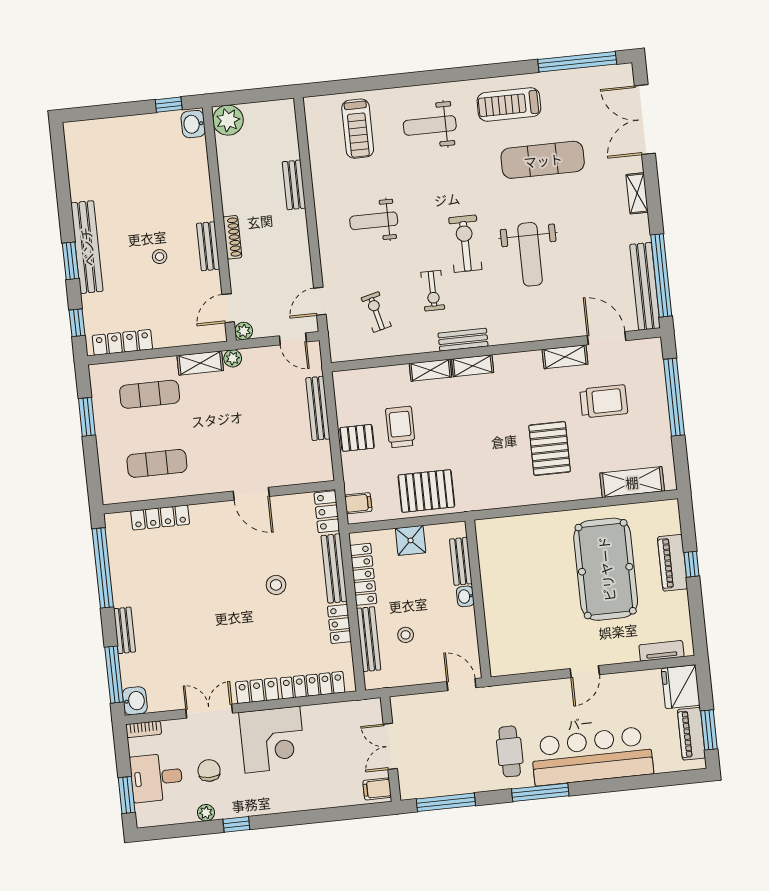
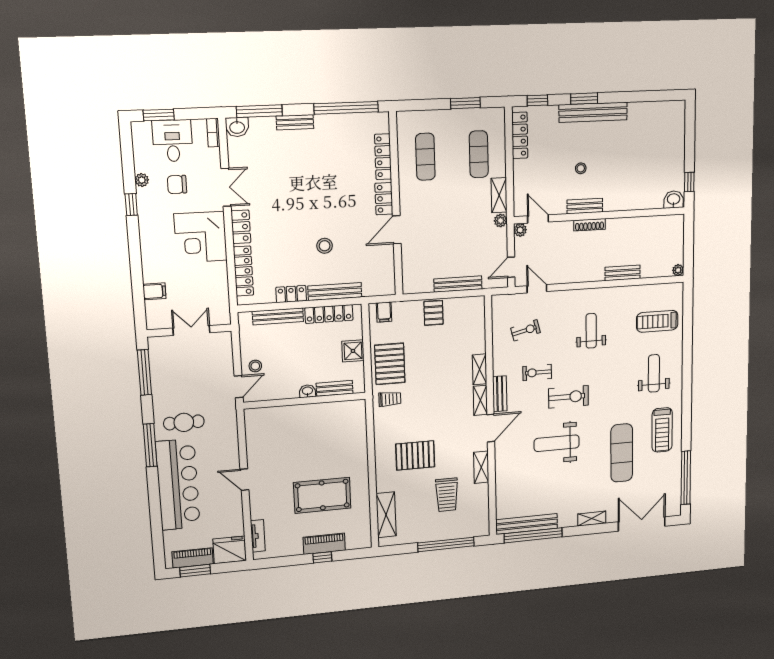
treadmill: (509, 105) -> (662, 430), turned 180
plant: (228, 120) -> (678, 270), moved, width x0.53, depth x0.53
door: (607, 338) -> (491, 428), moved
trolley: (400, 427) -> (390, 399), moved, width x0.73, depth x0.72
locker: (327, 512) -> (384, 199), moved, turned -90
pool table: (606, 569) -> (322, 495), width x0.73, depth x0.76
stool: (406, 635) -> (255, 366), moved
chair: (209, 770) -> (177, 184), turned 180
filing cabinet: (377, 789) -> (154, 291), moved, turned 90

